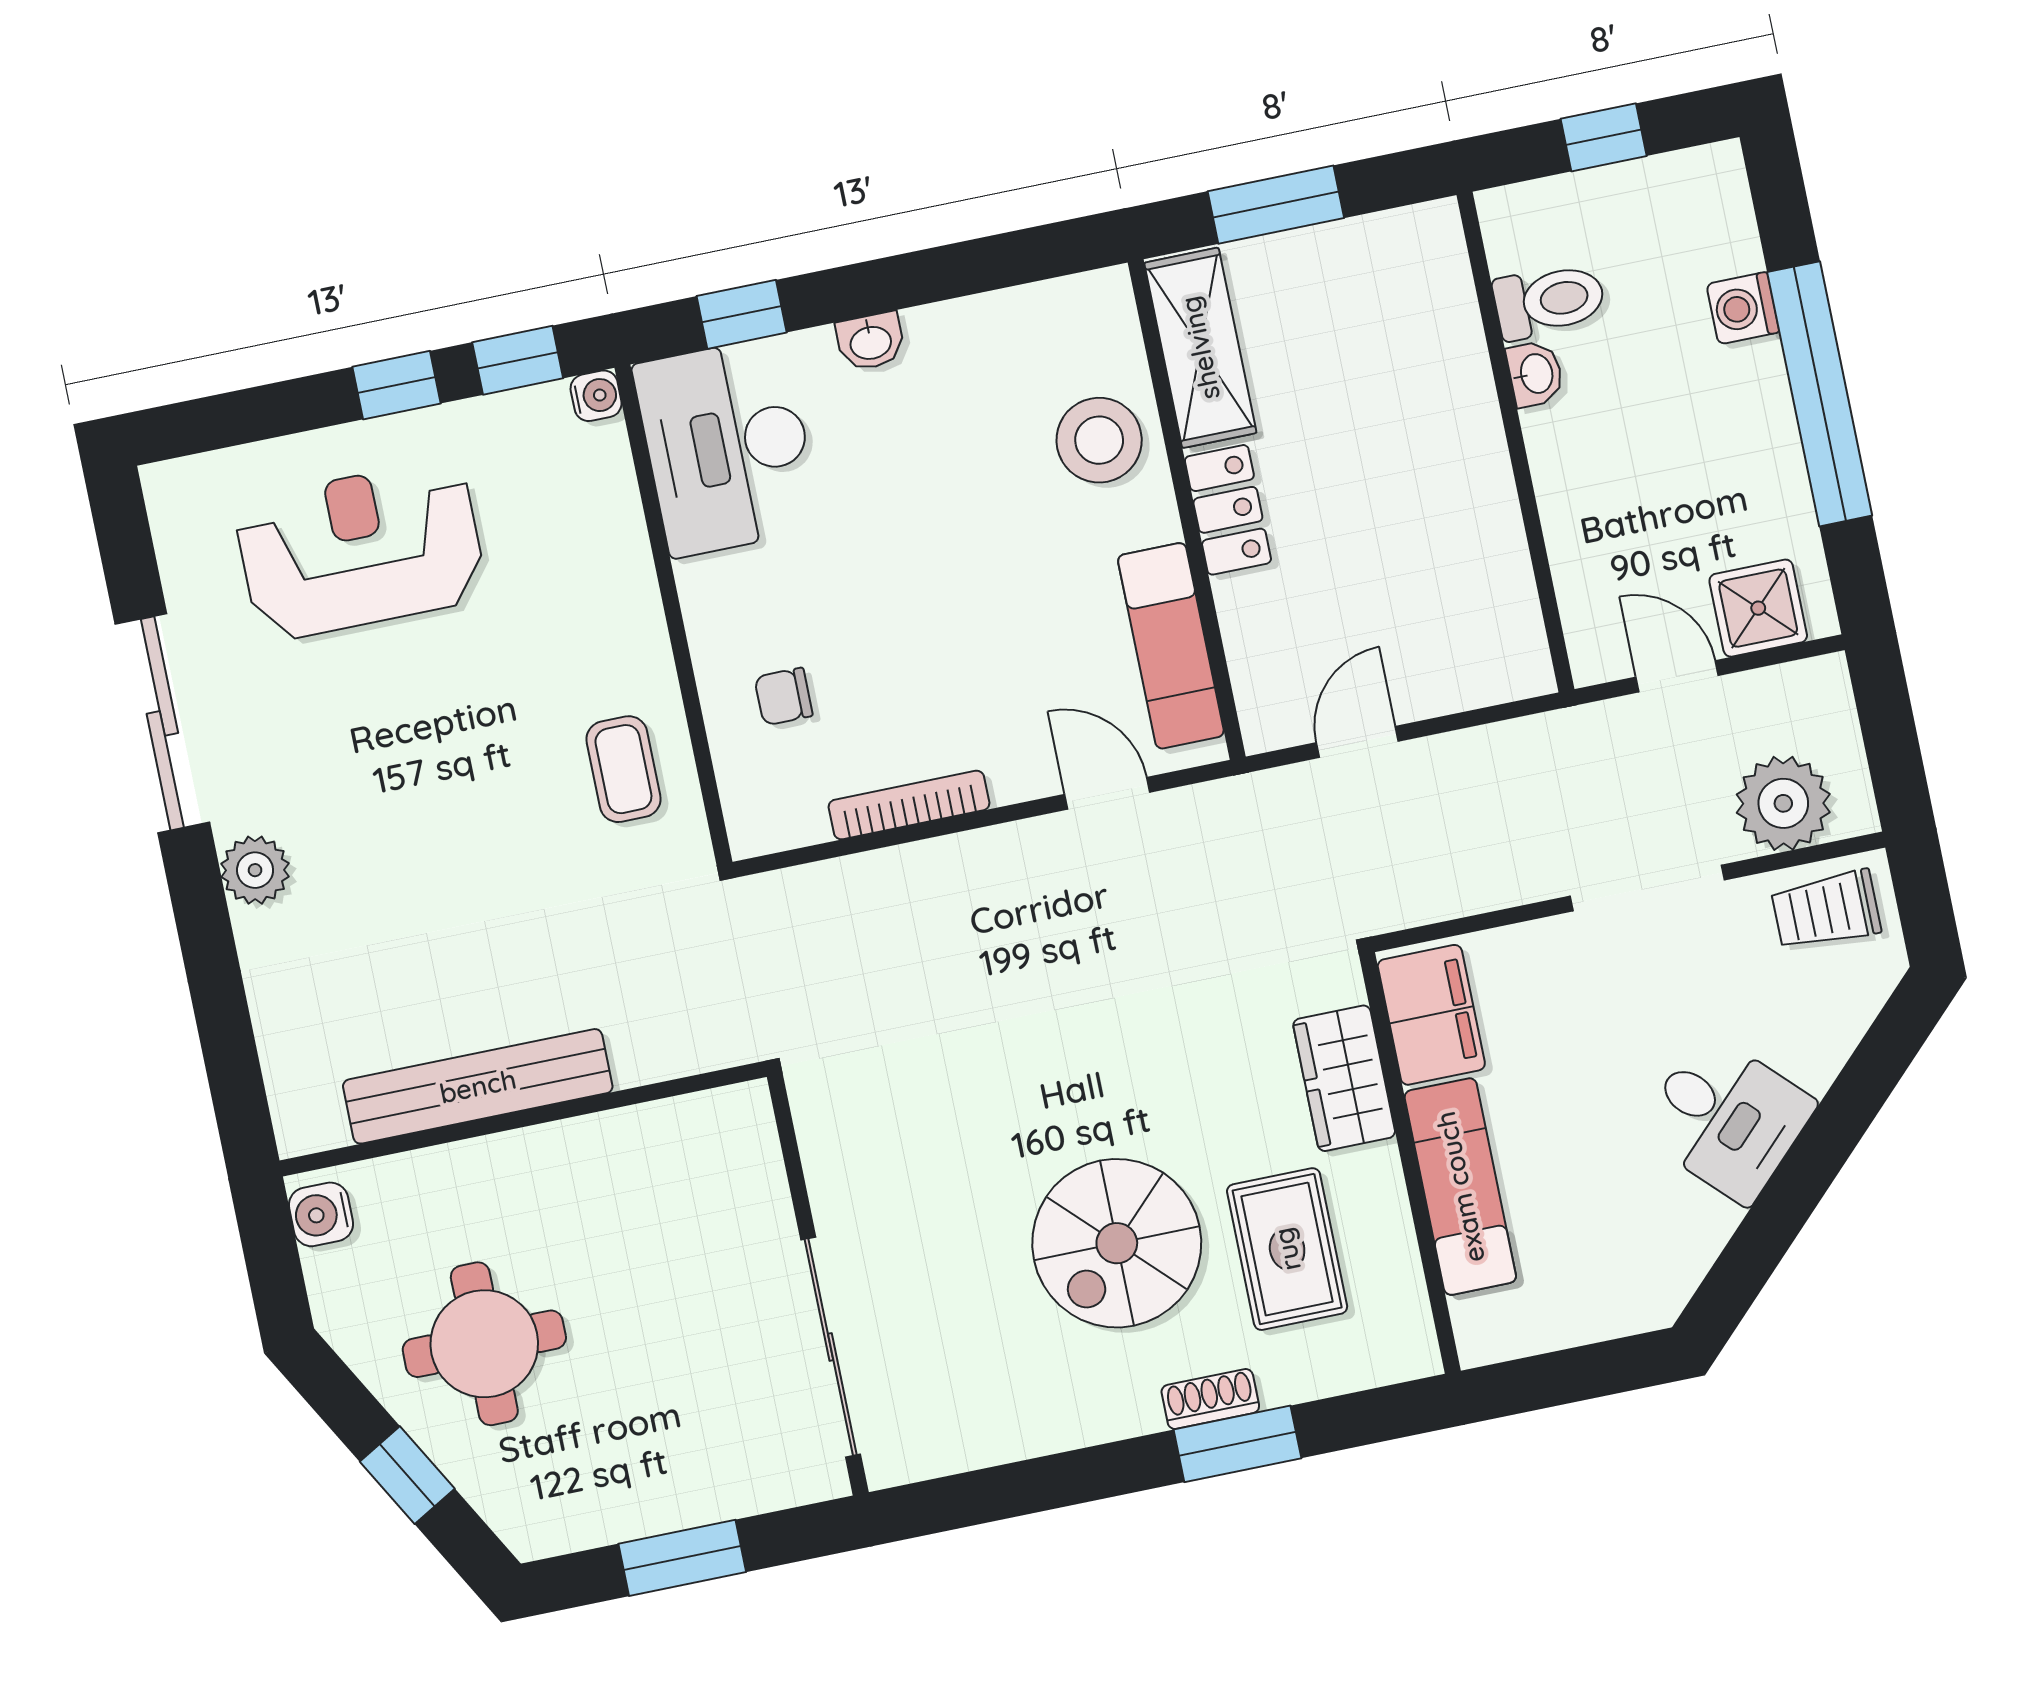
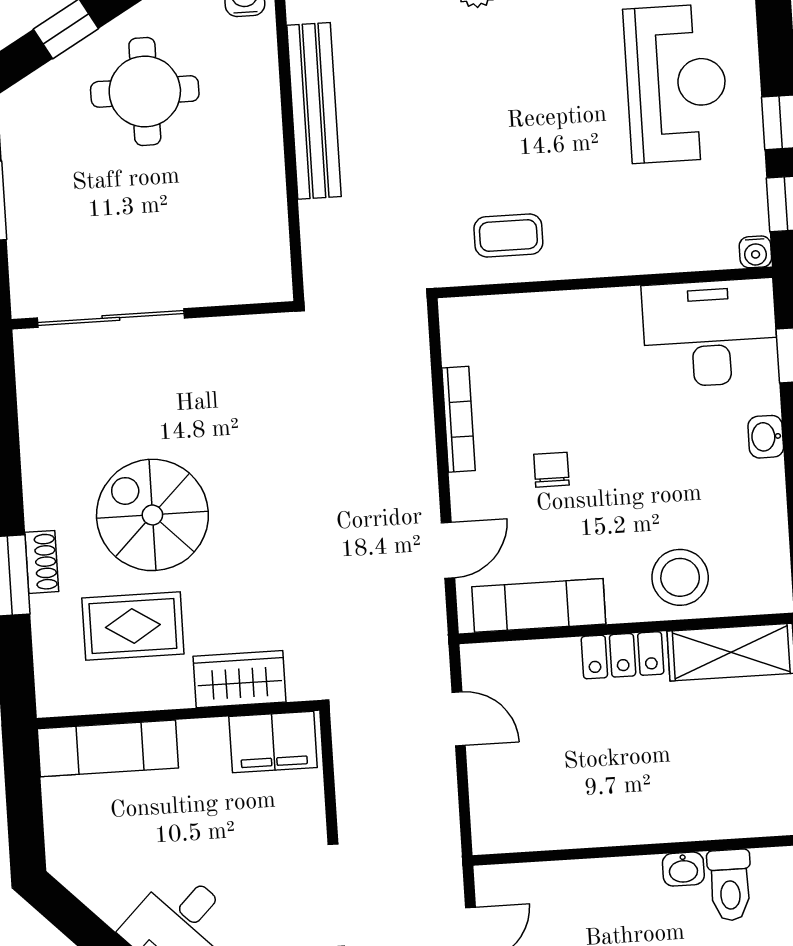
chair: (784, 696) -> (551, 470), moved
exam couch: (1460, 1187) -> (108, 748), moved

